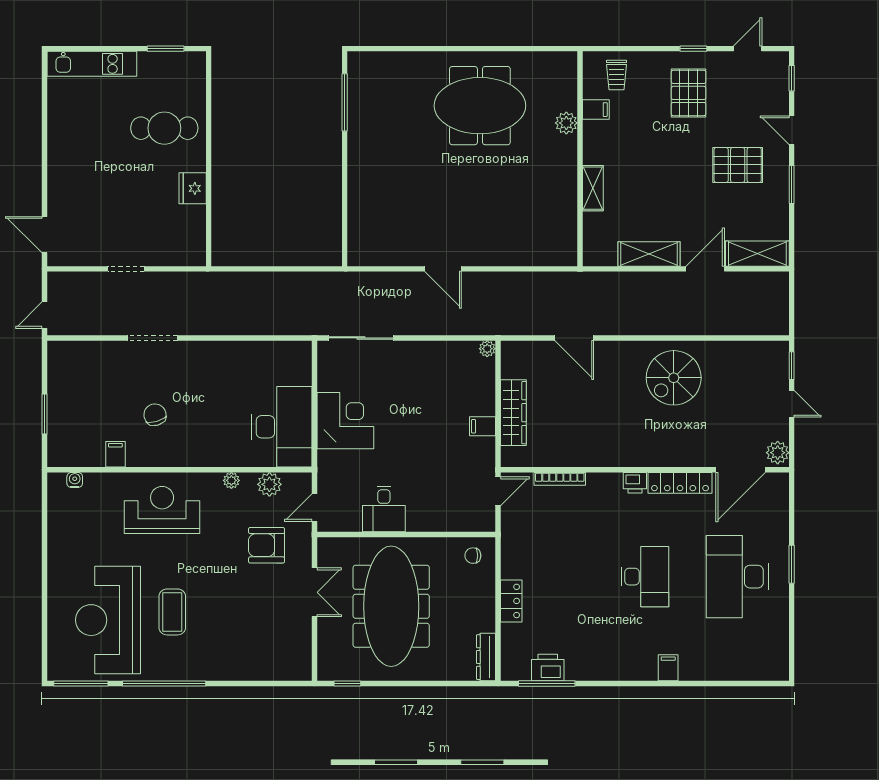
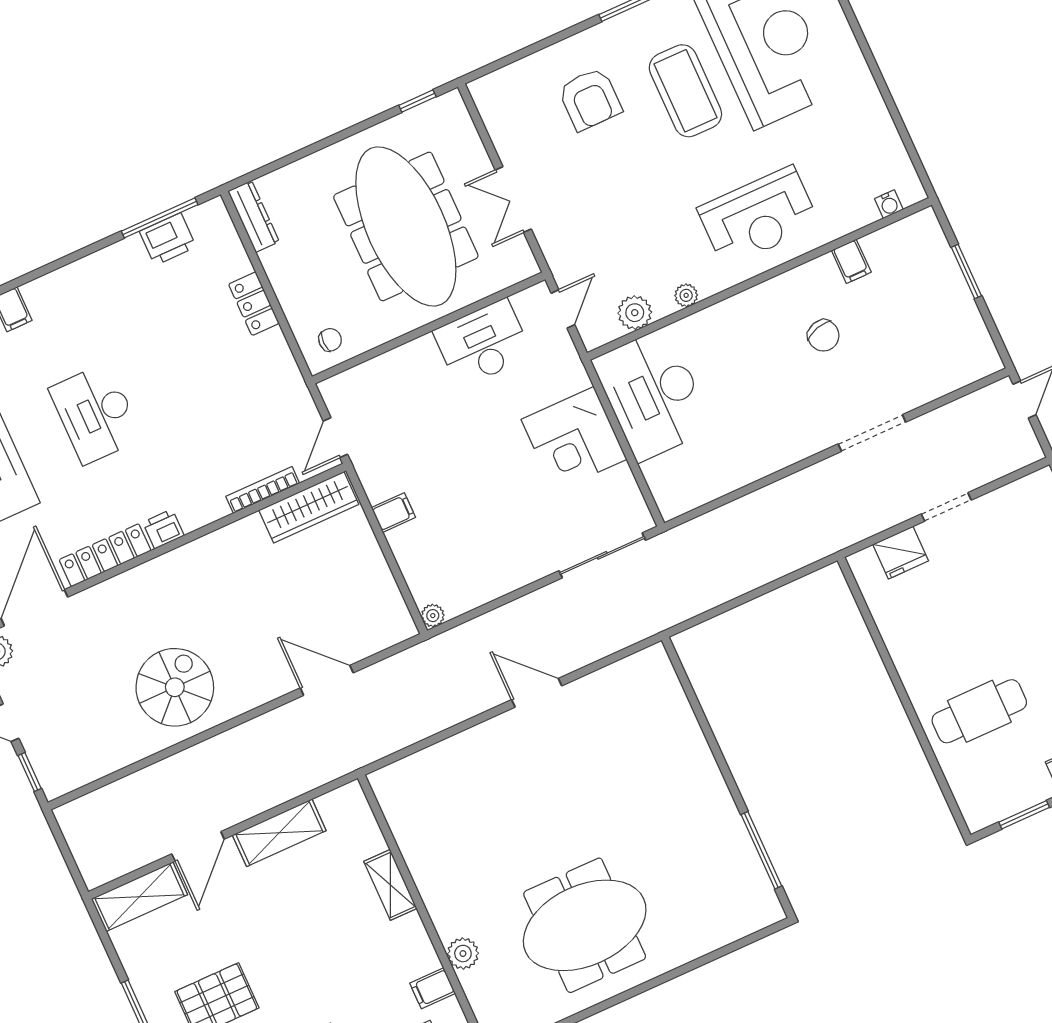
fridge: (193, 188) -> (901, 553), moved, turned 90
wardrobe: (513, 413) -> (309, 507), moved, turned -90
desk: (384, 509) -> (483, 343), width x1.37
armchair: (267, 545) -> (590, 99), moved, turned 90
coffee table: (172, 612) -> (685, 91), width x1.36, depth x1.32

